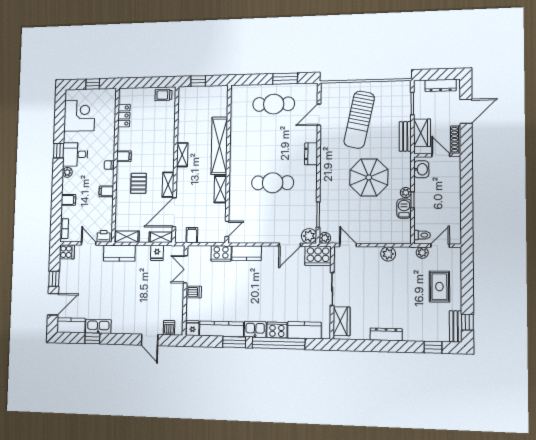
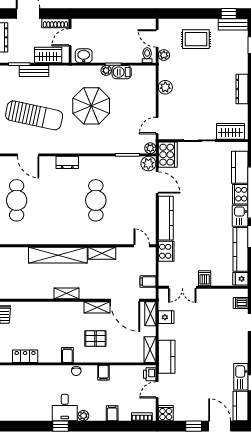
corner desk: (79, 116) -> (24, 404), removed
bench: (405, 136) -> (34, 71), moved
kitchen counter: (247, 253) -> (166, 218), width x1.50

